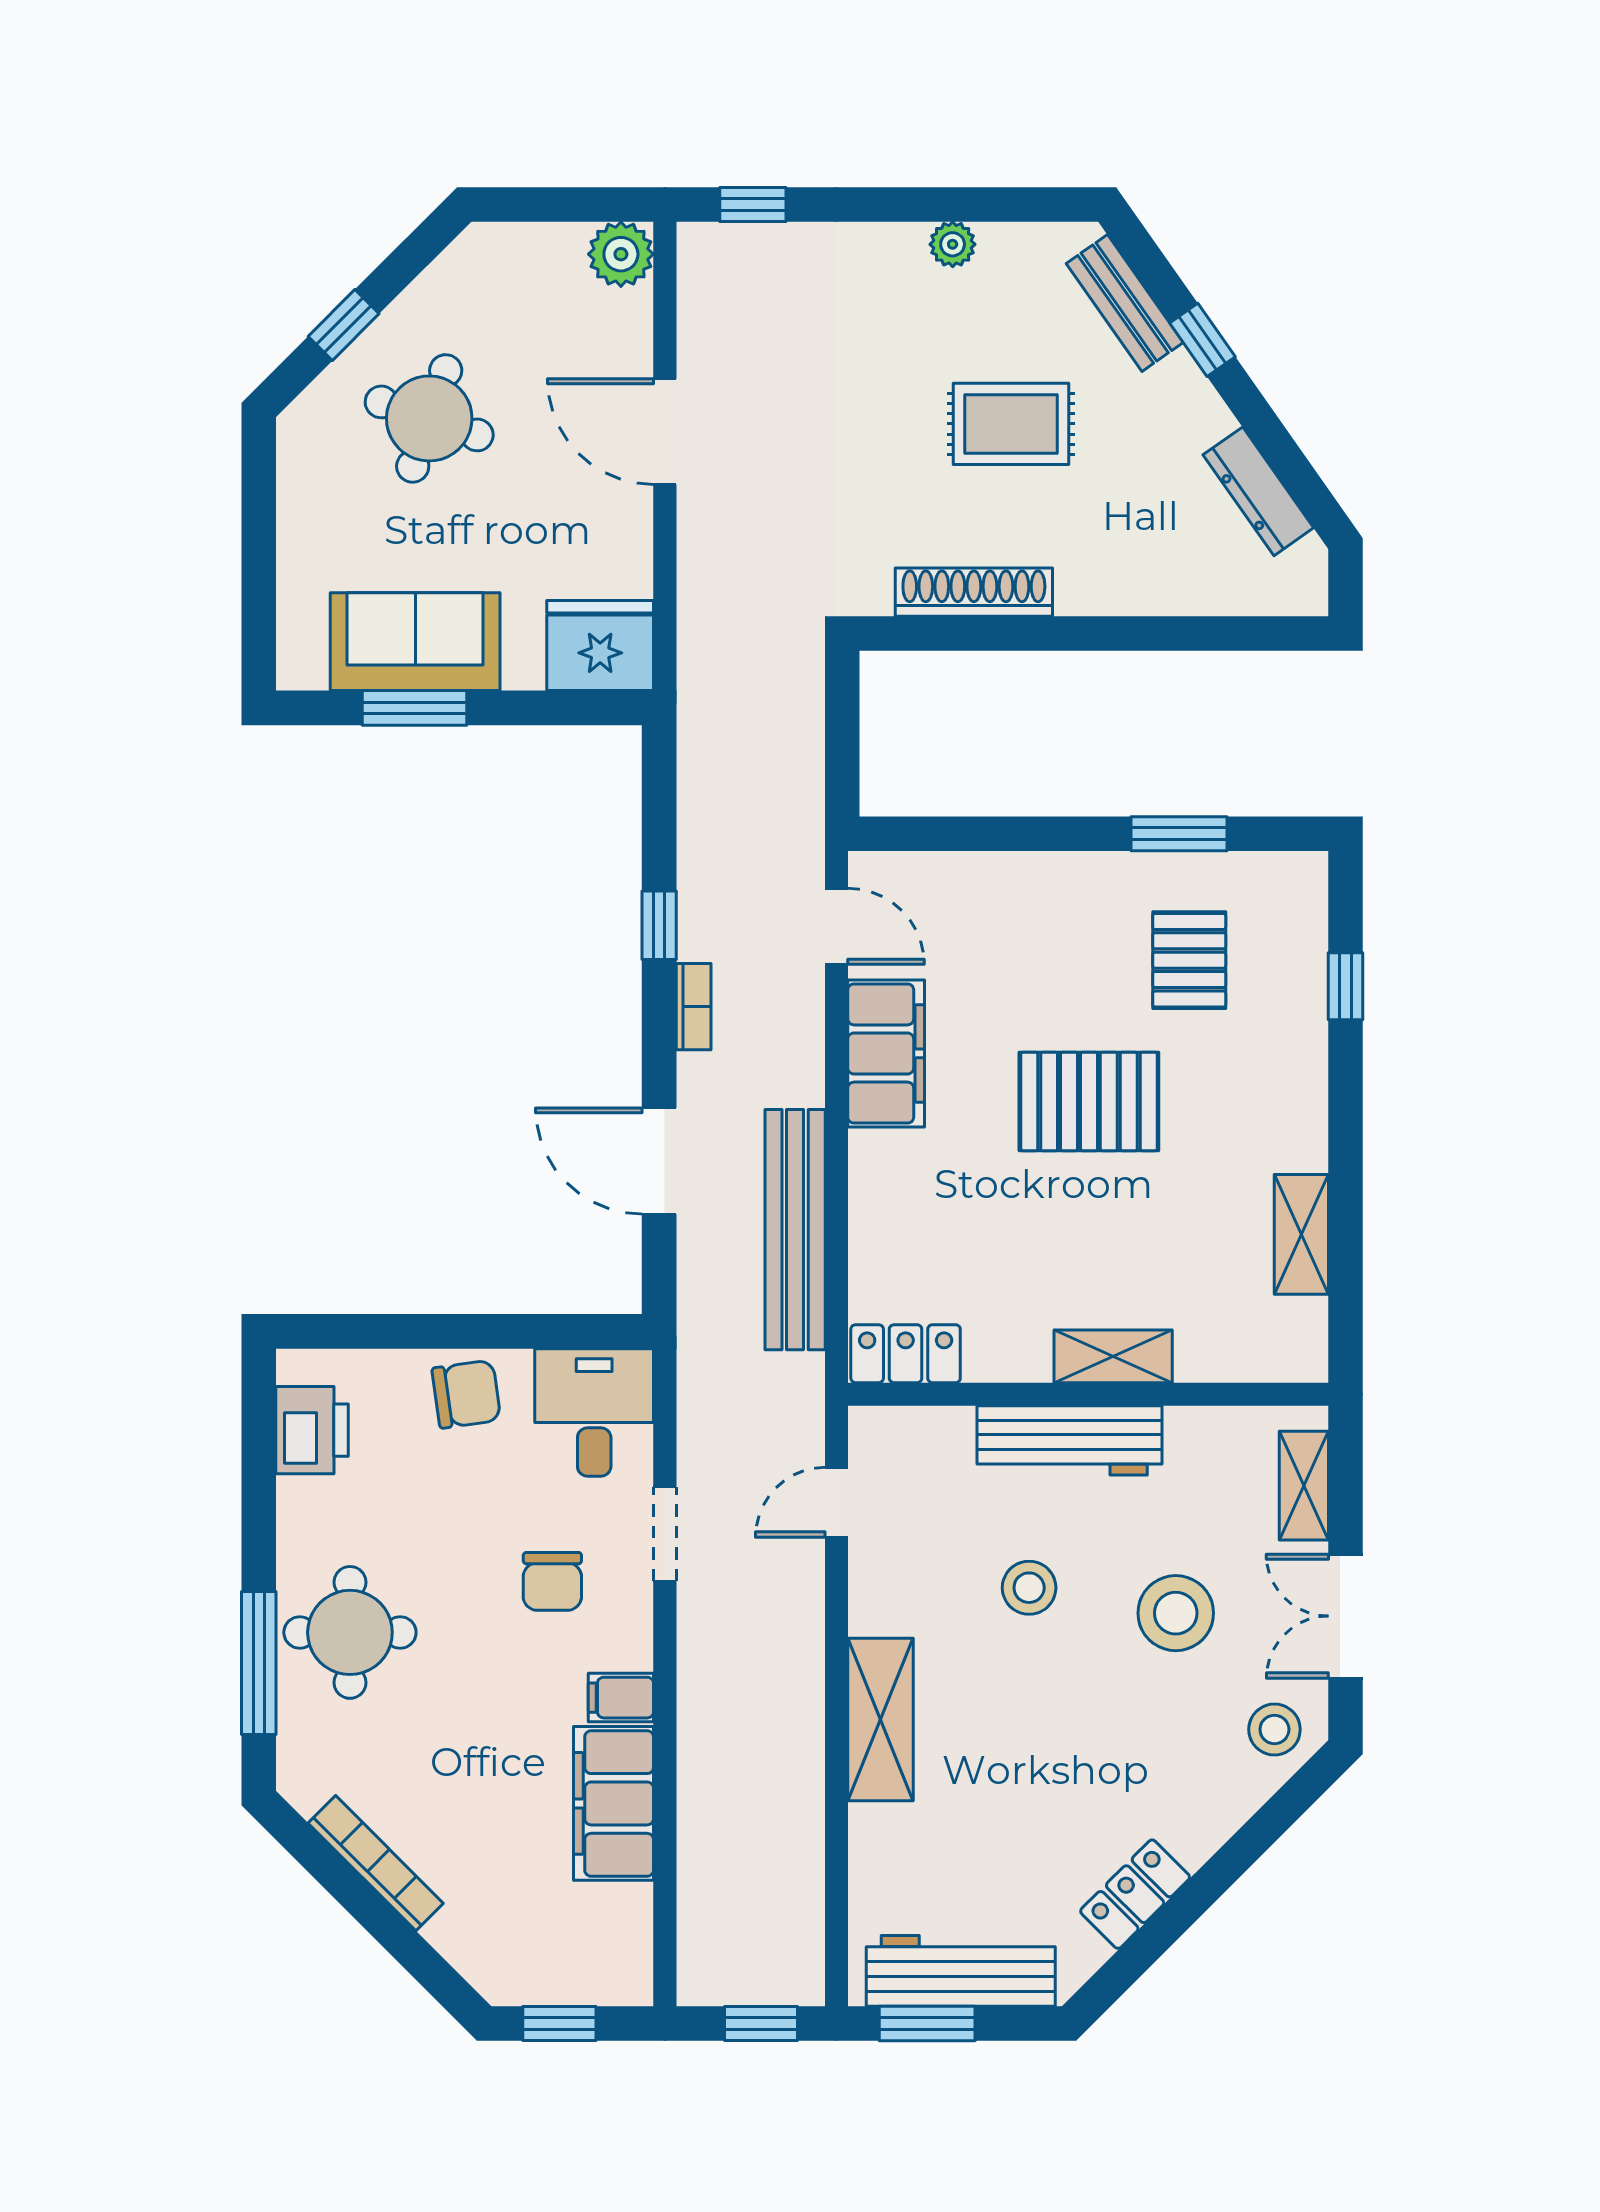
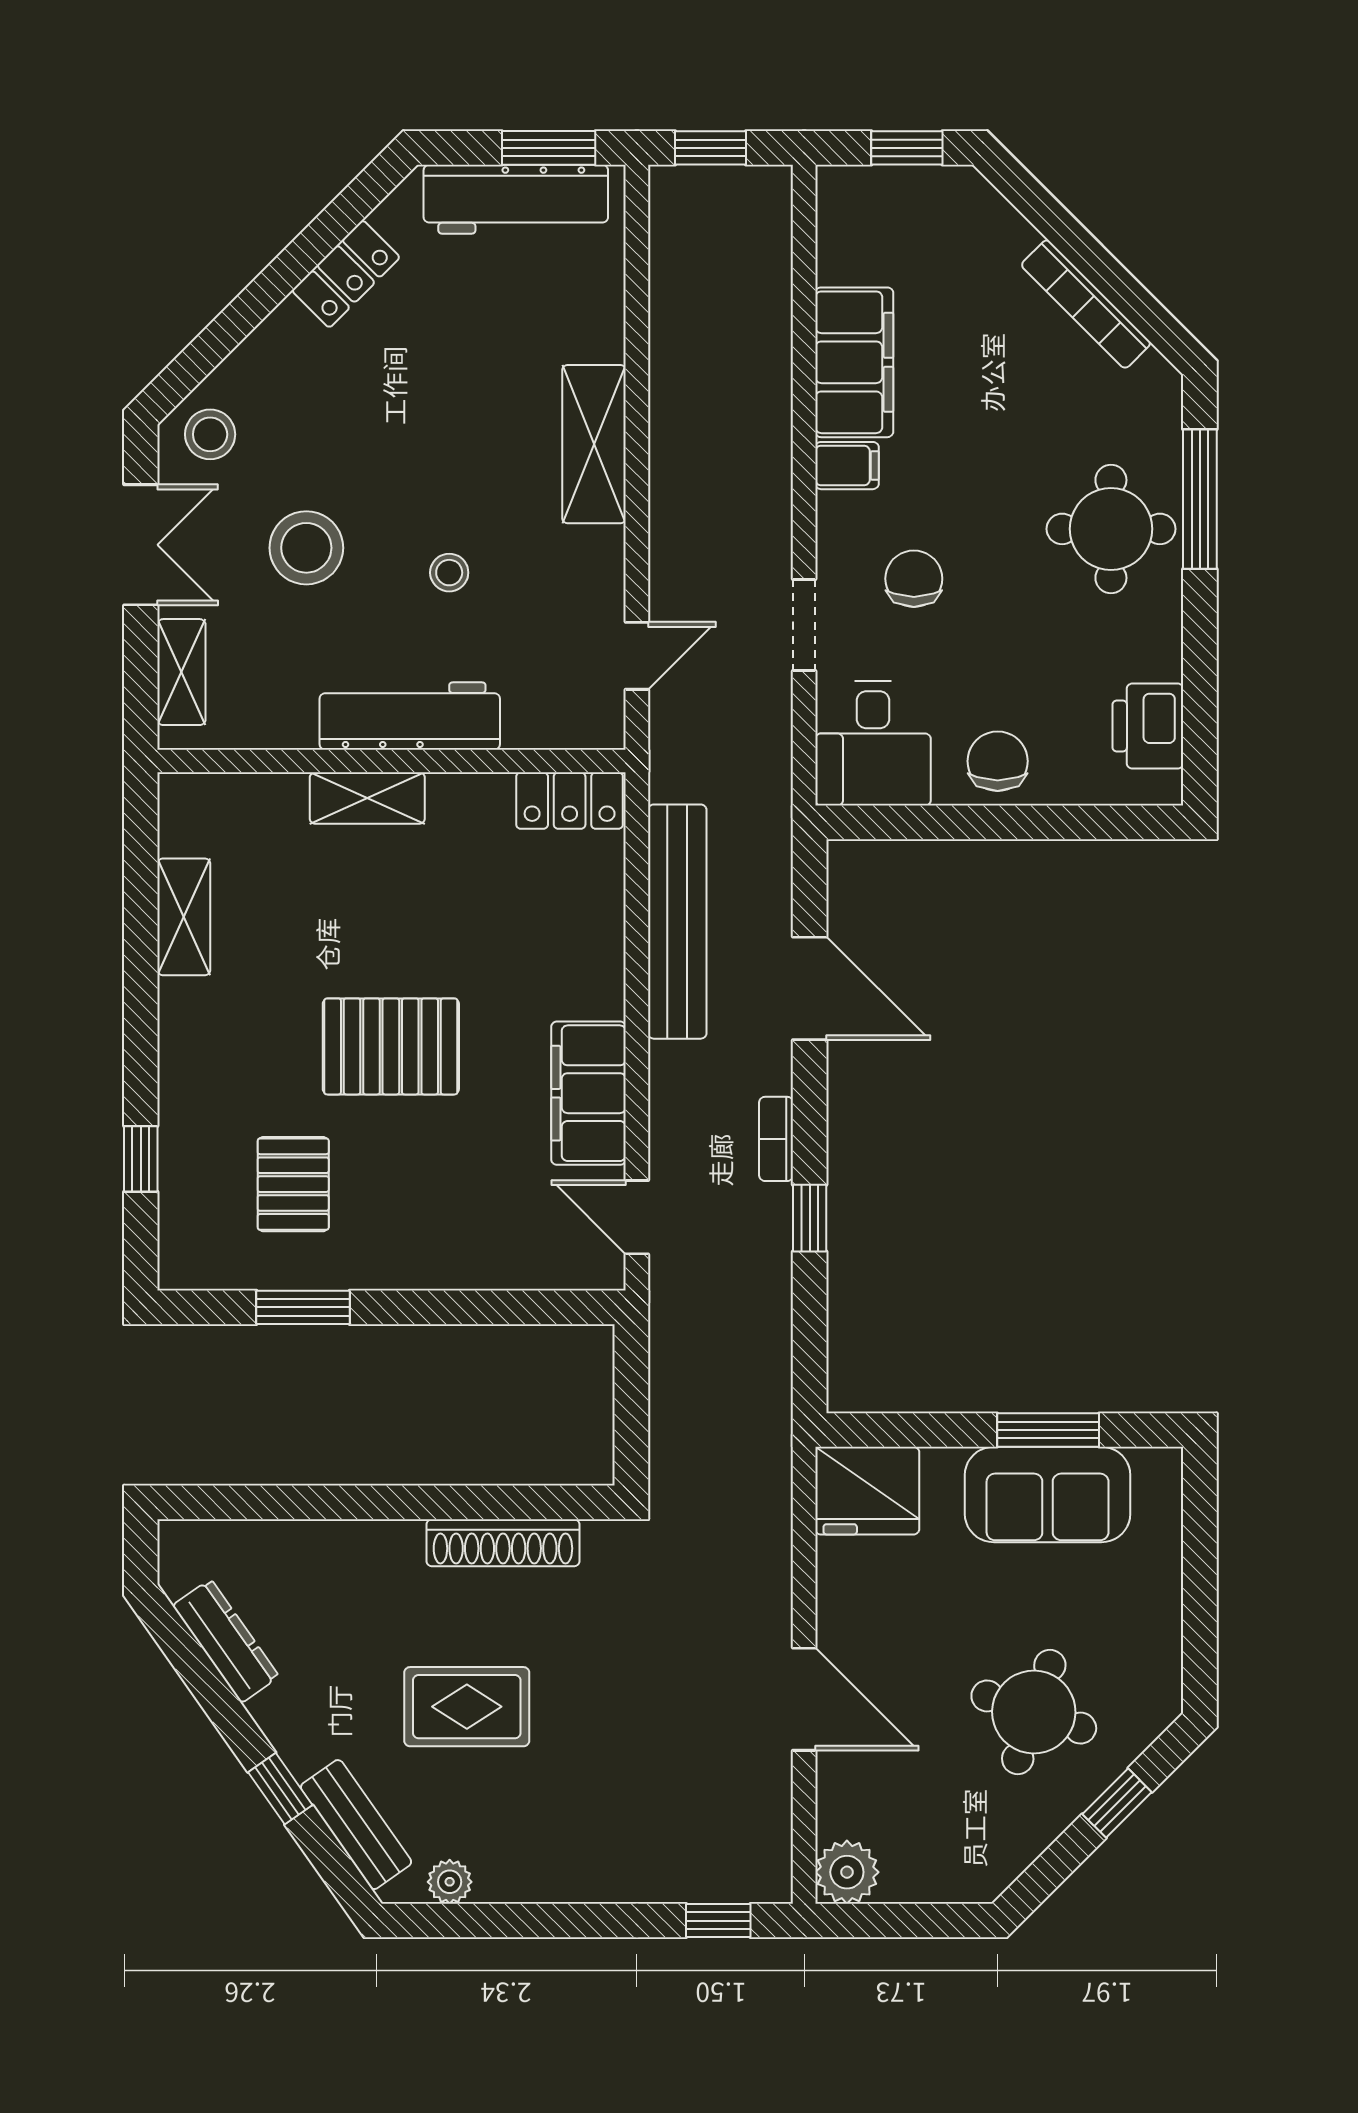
plant: (953, 244) -> (450, 1882), moved
chair: (466, 1394) -> (998, 761), turned 98
stool: (1029, 1588) -> (449, 573), width x0.73, depth x0.73

